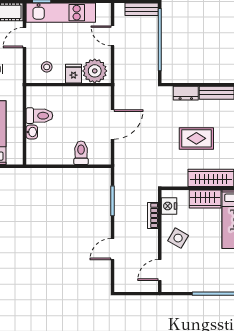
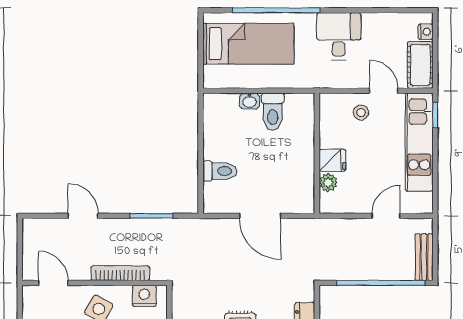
stool: (47, 67) -> (361, 113), moved
plant: (95, 71) -> (328, 182), width x0.53, depth x0.53
bookcase: (153, 215) -> (120, 273), width x1.56

